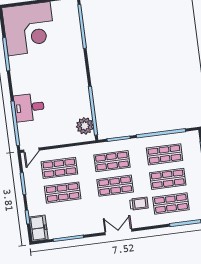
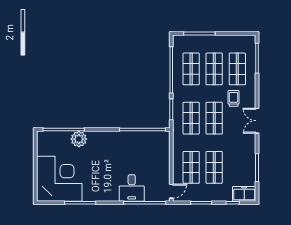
plant: (85, 126) -> (79, 139), moved
door: (31, 150) -> (171, 191), hinge flipped

